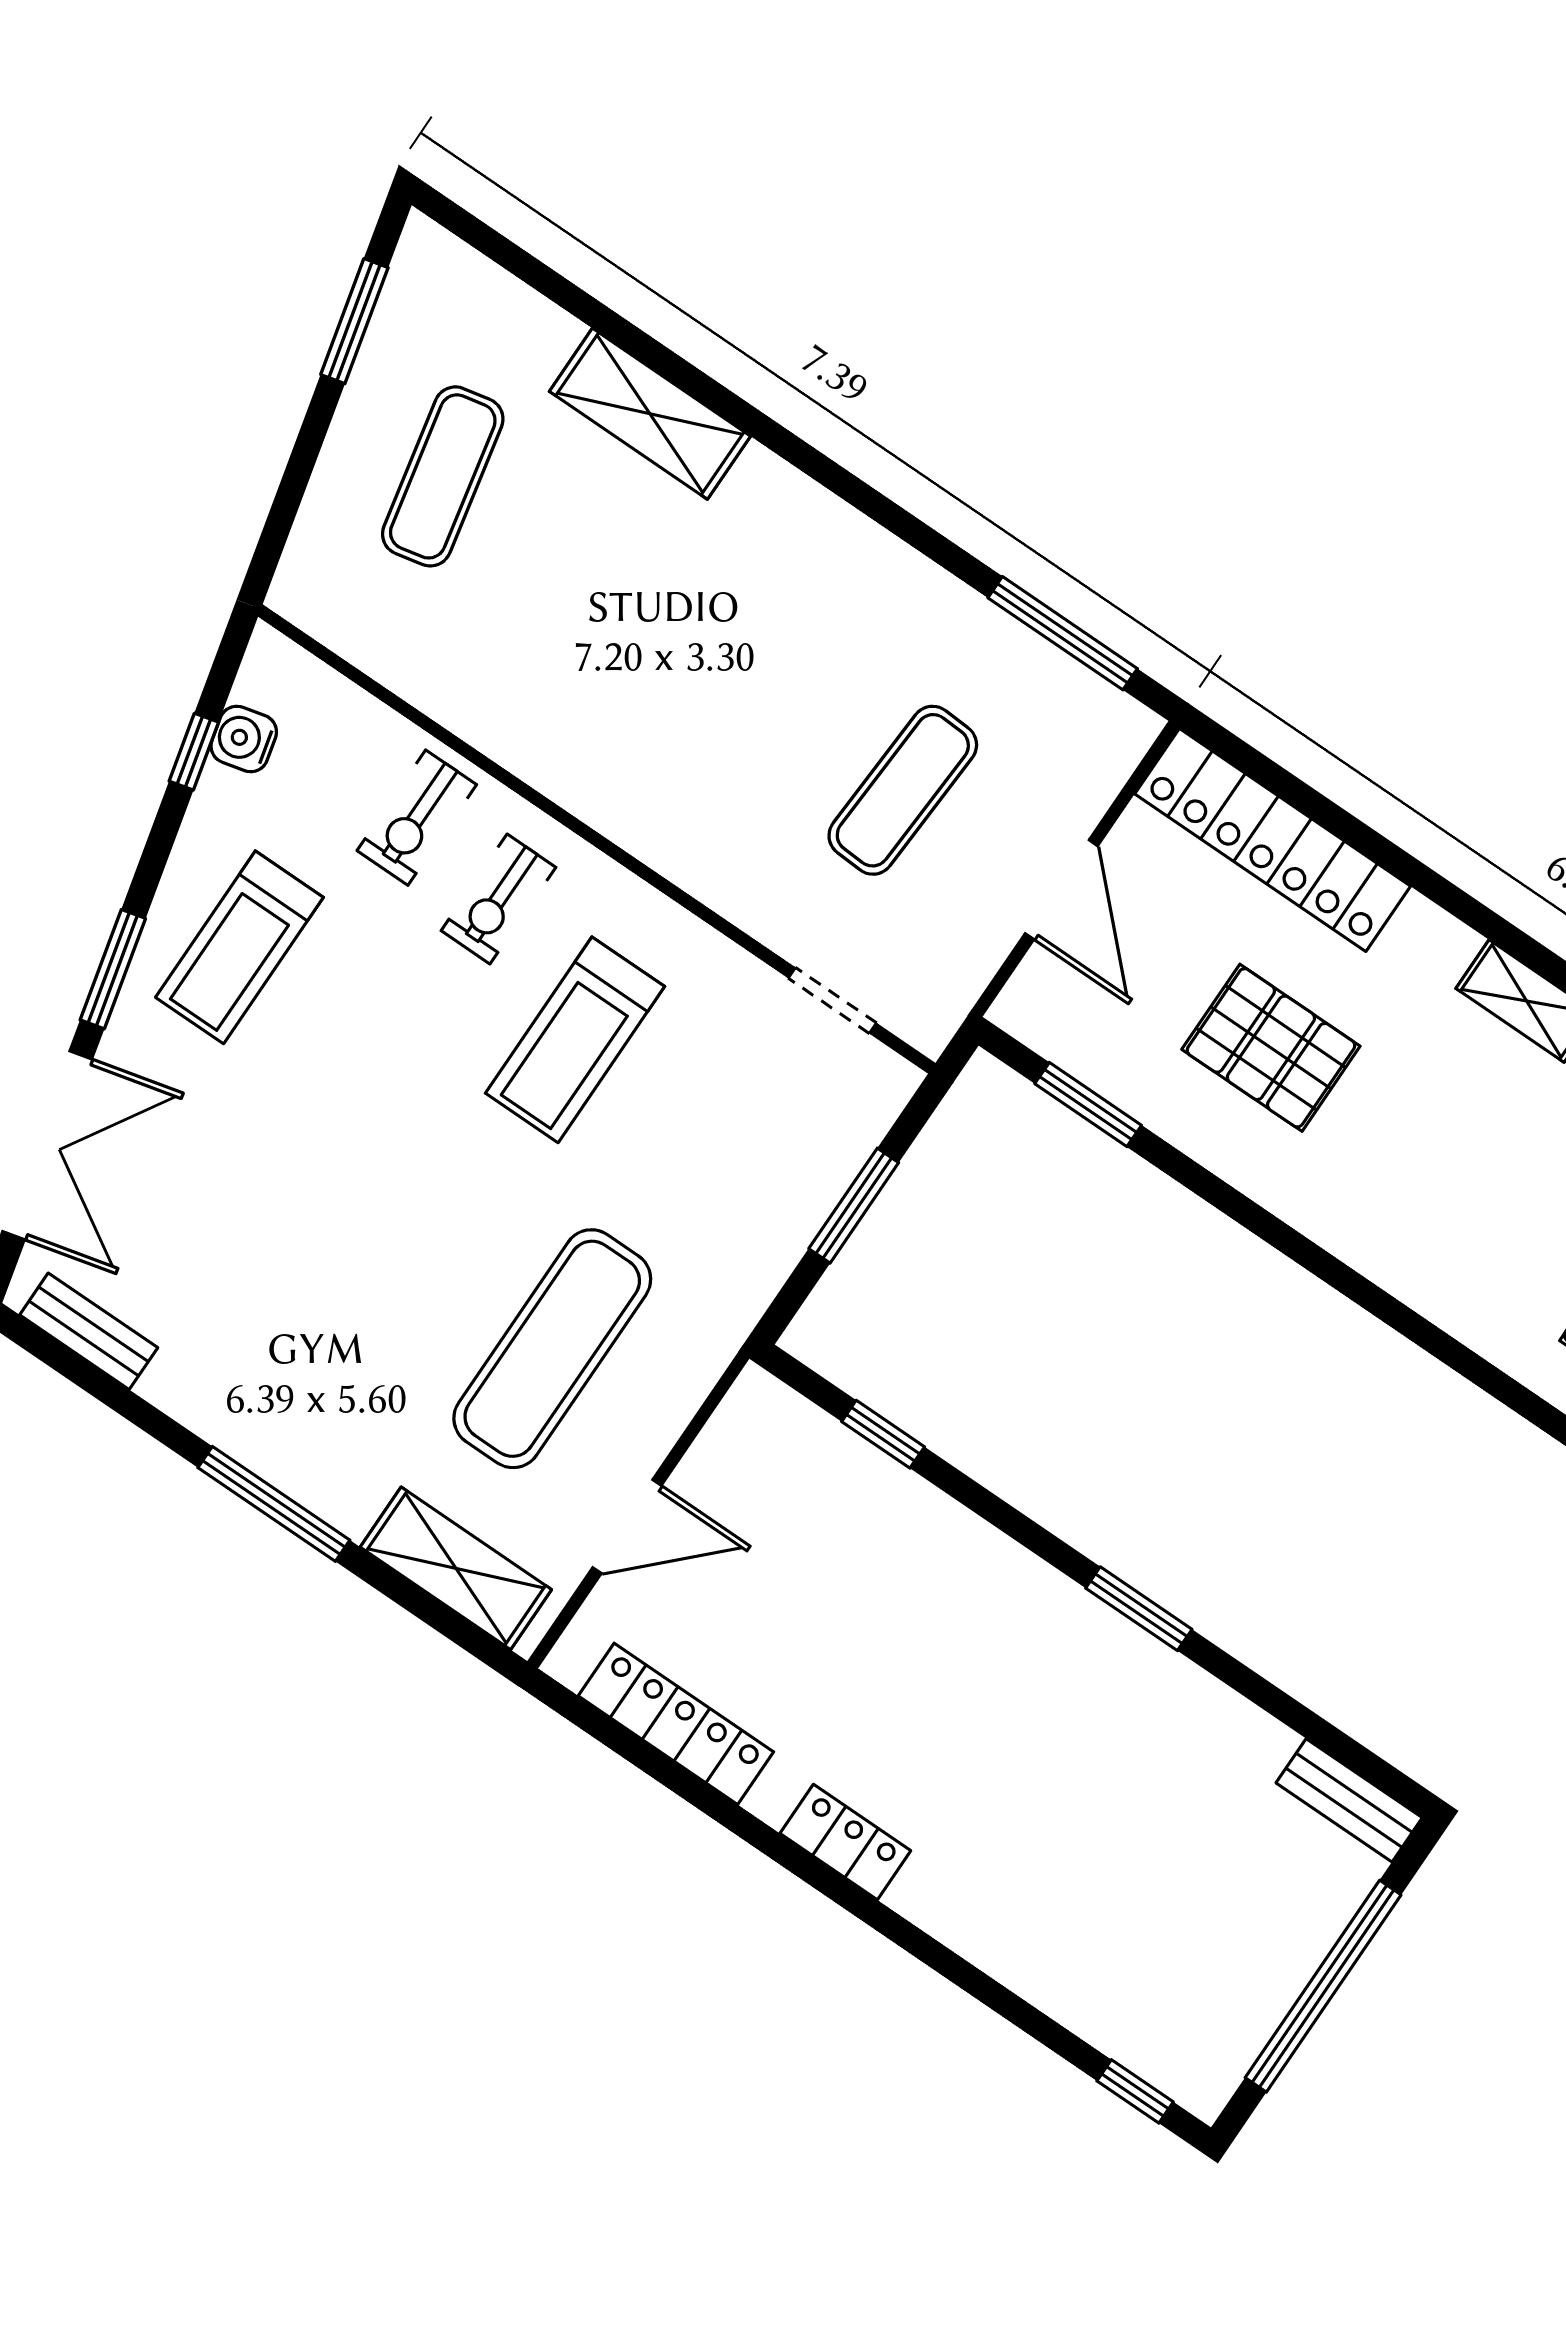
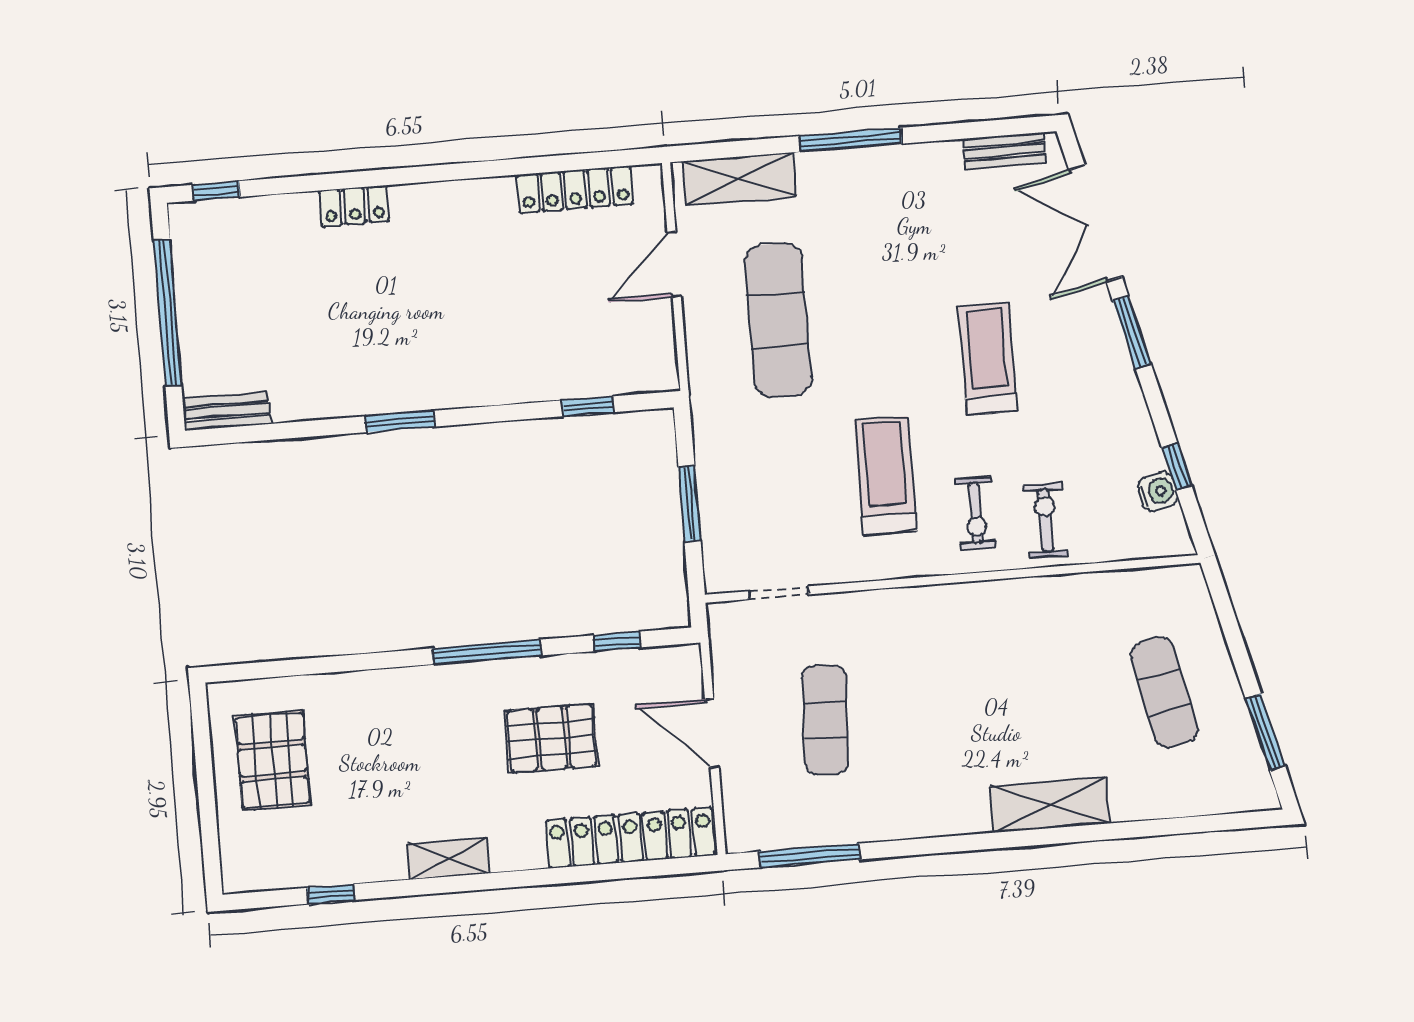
shelving: (650, 414) -> (1050, 805), moved
exercise bike: (499, 899) -> (976, 513), turned 180
treadmill: (239, 947) -> (988, 359), moved
window: (1088, 1105) -> (617, 641), width x0.67
window: (1265, 1225) -> (487, 652), added
locker: (845, 1842) -> (355, 206), moved

